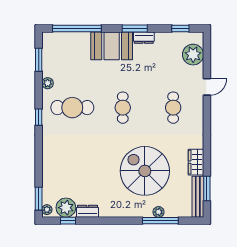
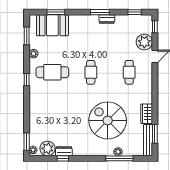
window: (77, 29) -> (56, 12), width x0.47
booth: (112, 46) -> (52, 25), moved
window: (207, 48) -> (155, 27), added
plant: (193, 55) -> (144, 42), moved
window: (68, 221) -> (63, 158), moved

